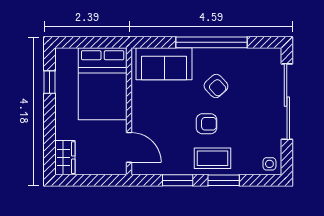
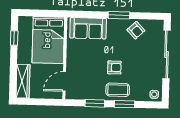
window: (211, 42) -> (119, 15), width x0.47
armchair: (216, 86) -> (136, 30), moved
door: (129, 147) -> (64, 81), swing flipped
wardrobe: (65, 158) -> (23, 81), width x1.50

